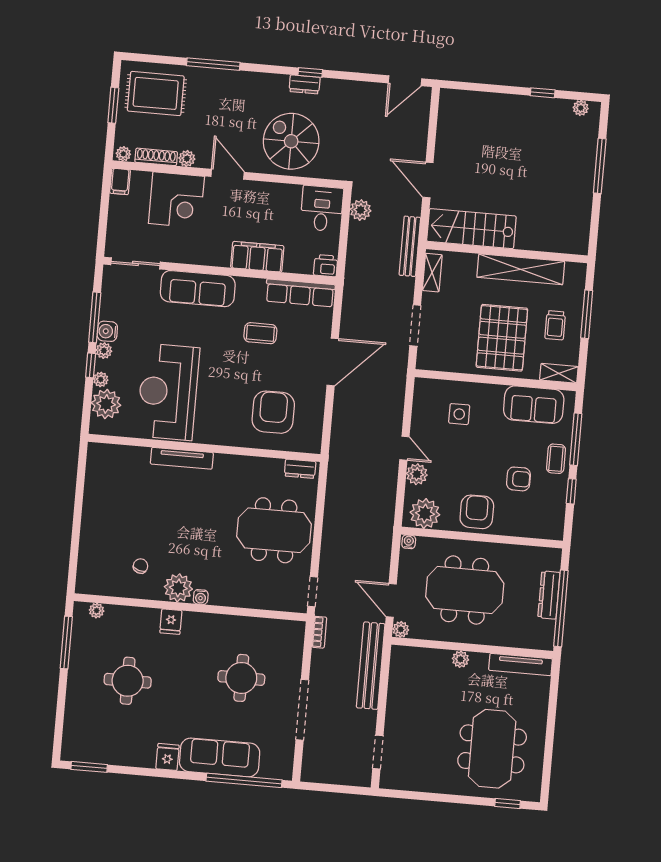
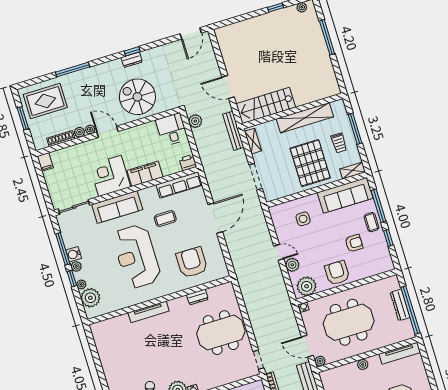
plant: (123, 154) -> (90, 129), moved
corner desk: (176, 200) -> (110, 176), moved, turned 180
reception desk: (168, 392) -> (137, 256), moved
sofa: (534, 405) -> (345, 195), width x1.36
dresser: (300, 469) -> (197, 297), moved

